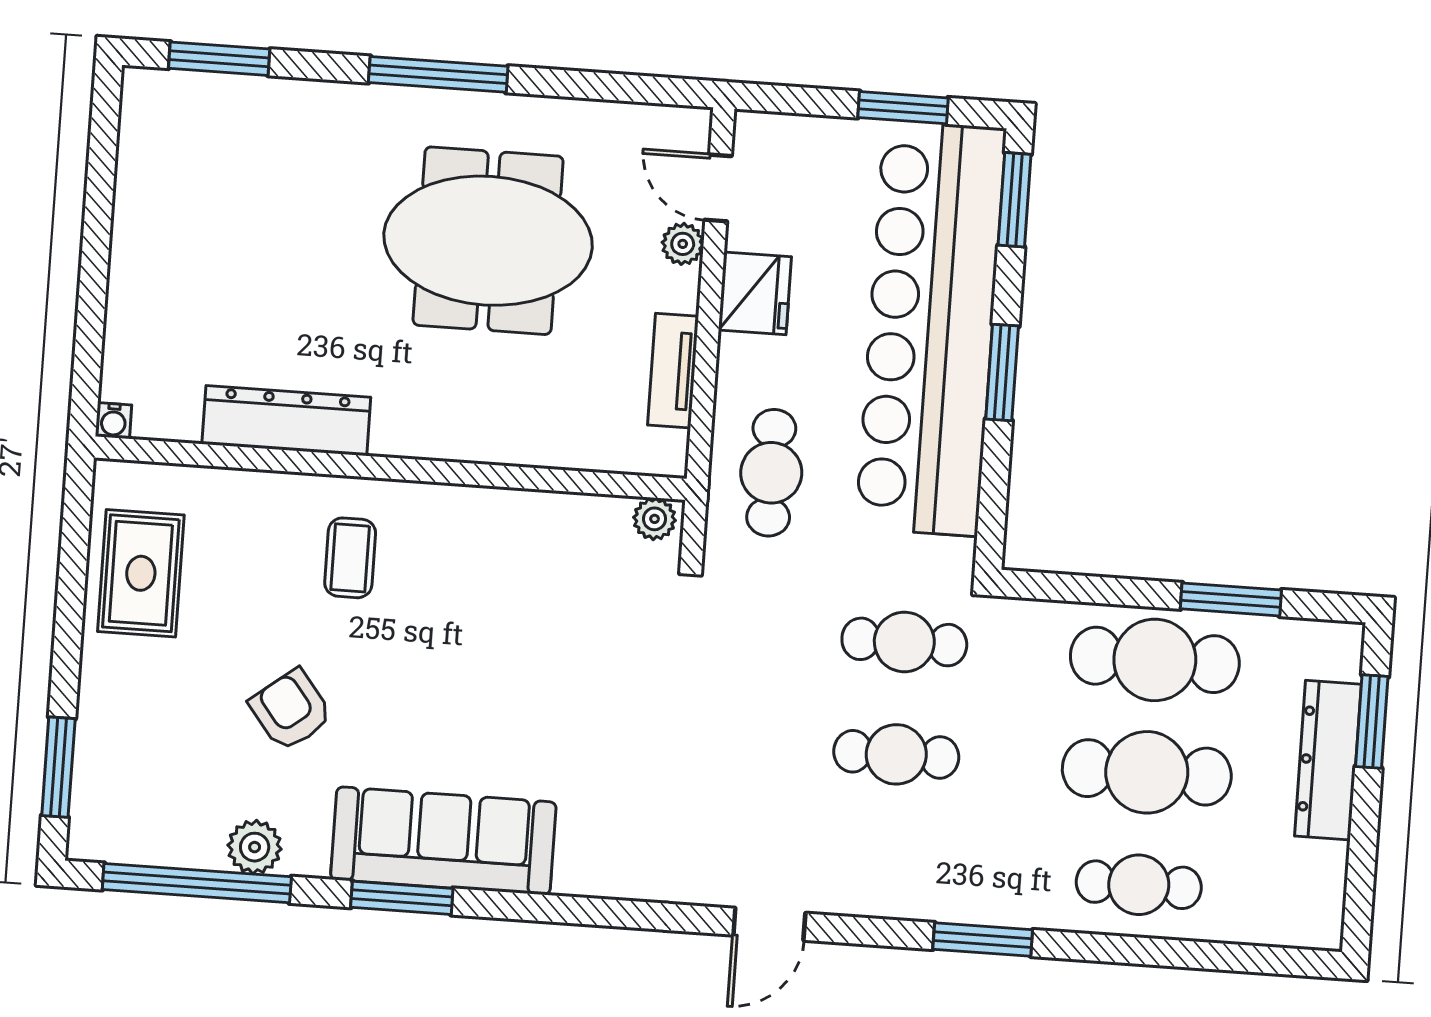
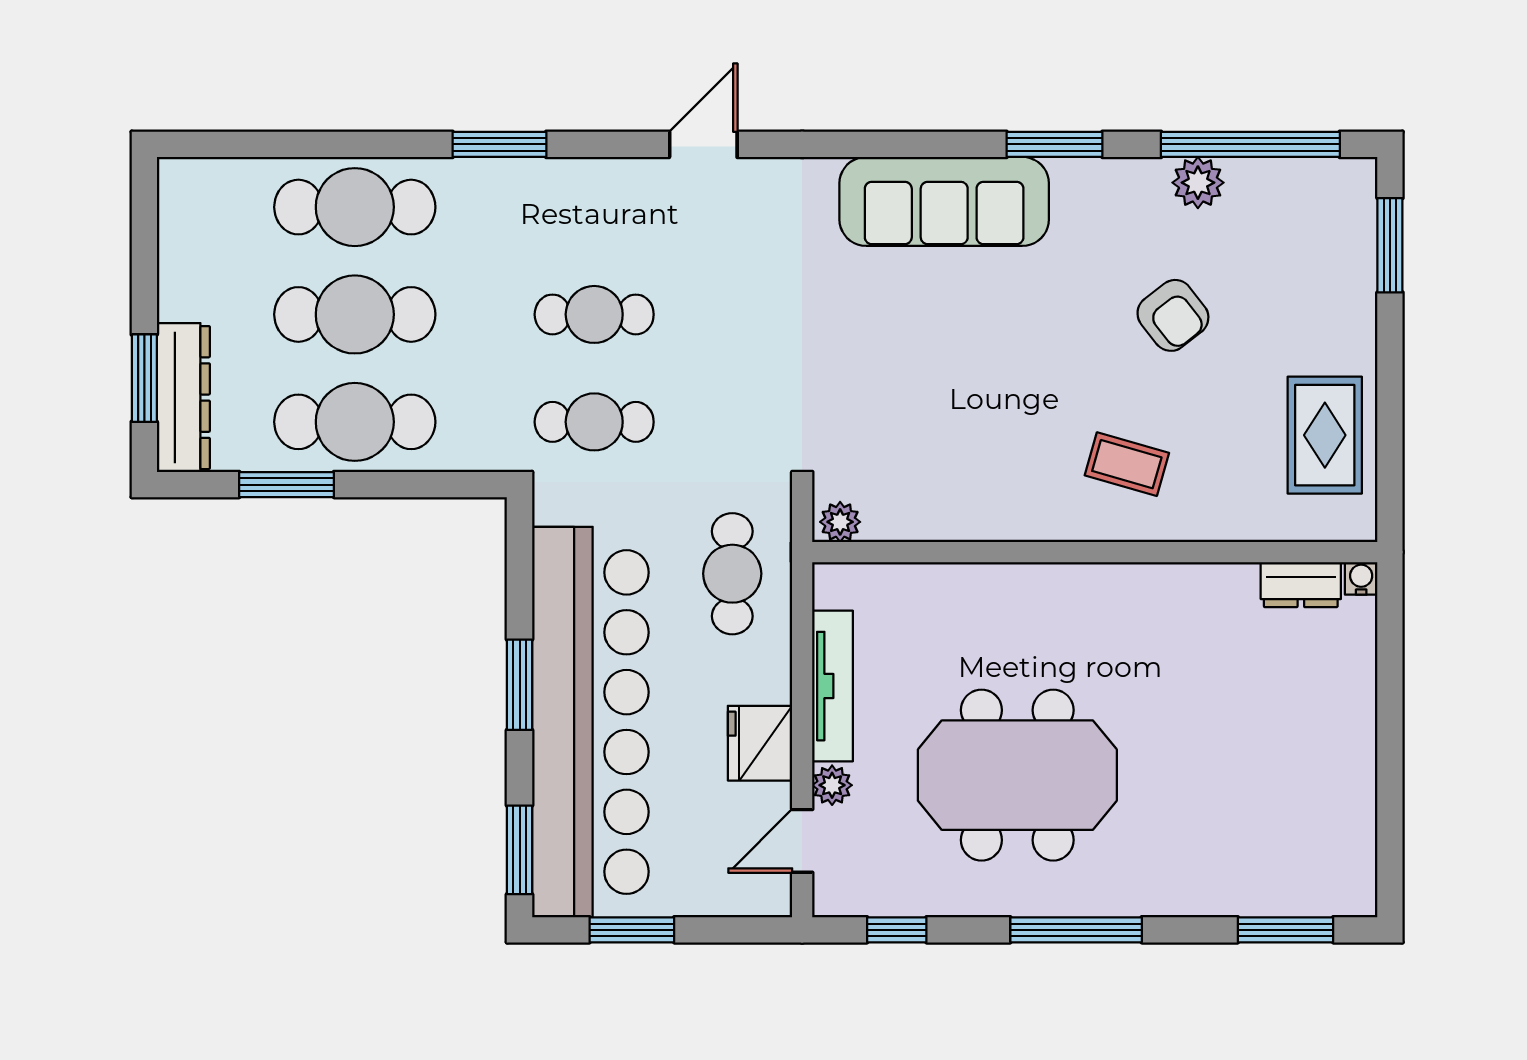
window: (626, 88) -> (897, 930), added
door: (718, 188) -> (802, 841), swing flipped
tv unit: (673, 371) -> (833, 686), width x1.41
dresser: (286, 421) -> (1301, 585), moved, width x0.51, depth x0.80
coffee table: (350, 558) -> (1127, 464), turned -74
dresser: (1328, 760) -> (183, 398), moved
sofa: (443, 841) -> (944, 201), moved
cafe table: (1139, 885) -> (355, 207), width x1.37, depth x1.35

